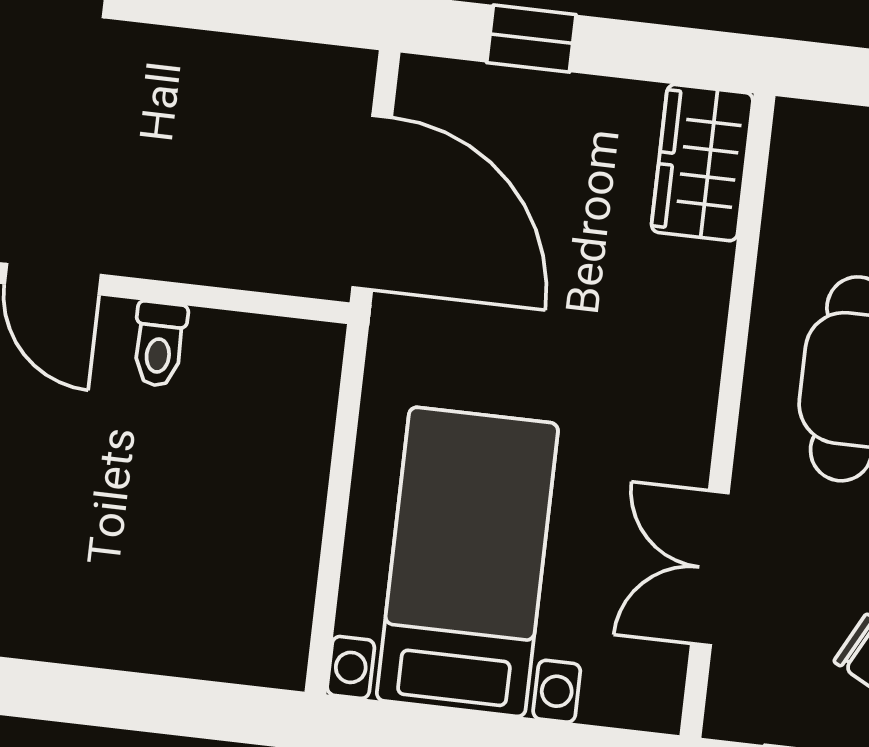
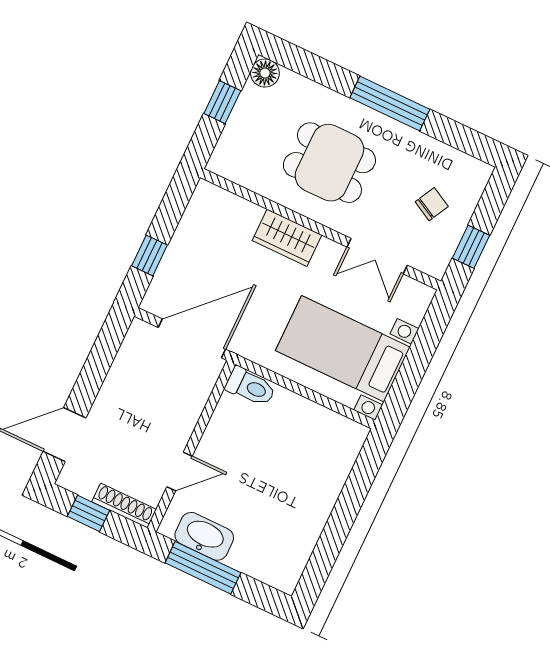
wardrobe: (702, 163) -> (287, 238), moved
toilet: (159, 344) -> (250, 387), moved, width x1.37, depth x1.39

